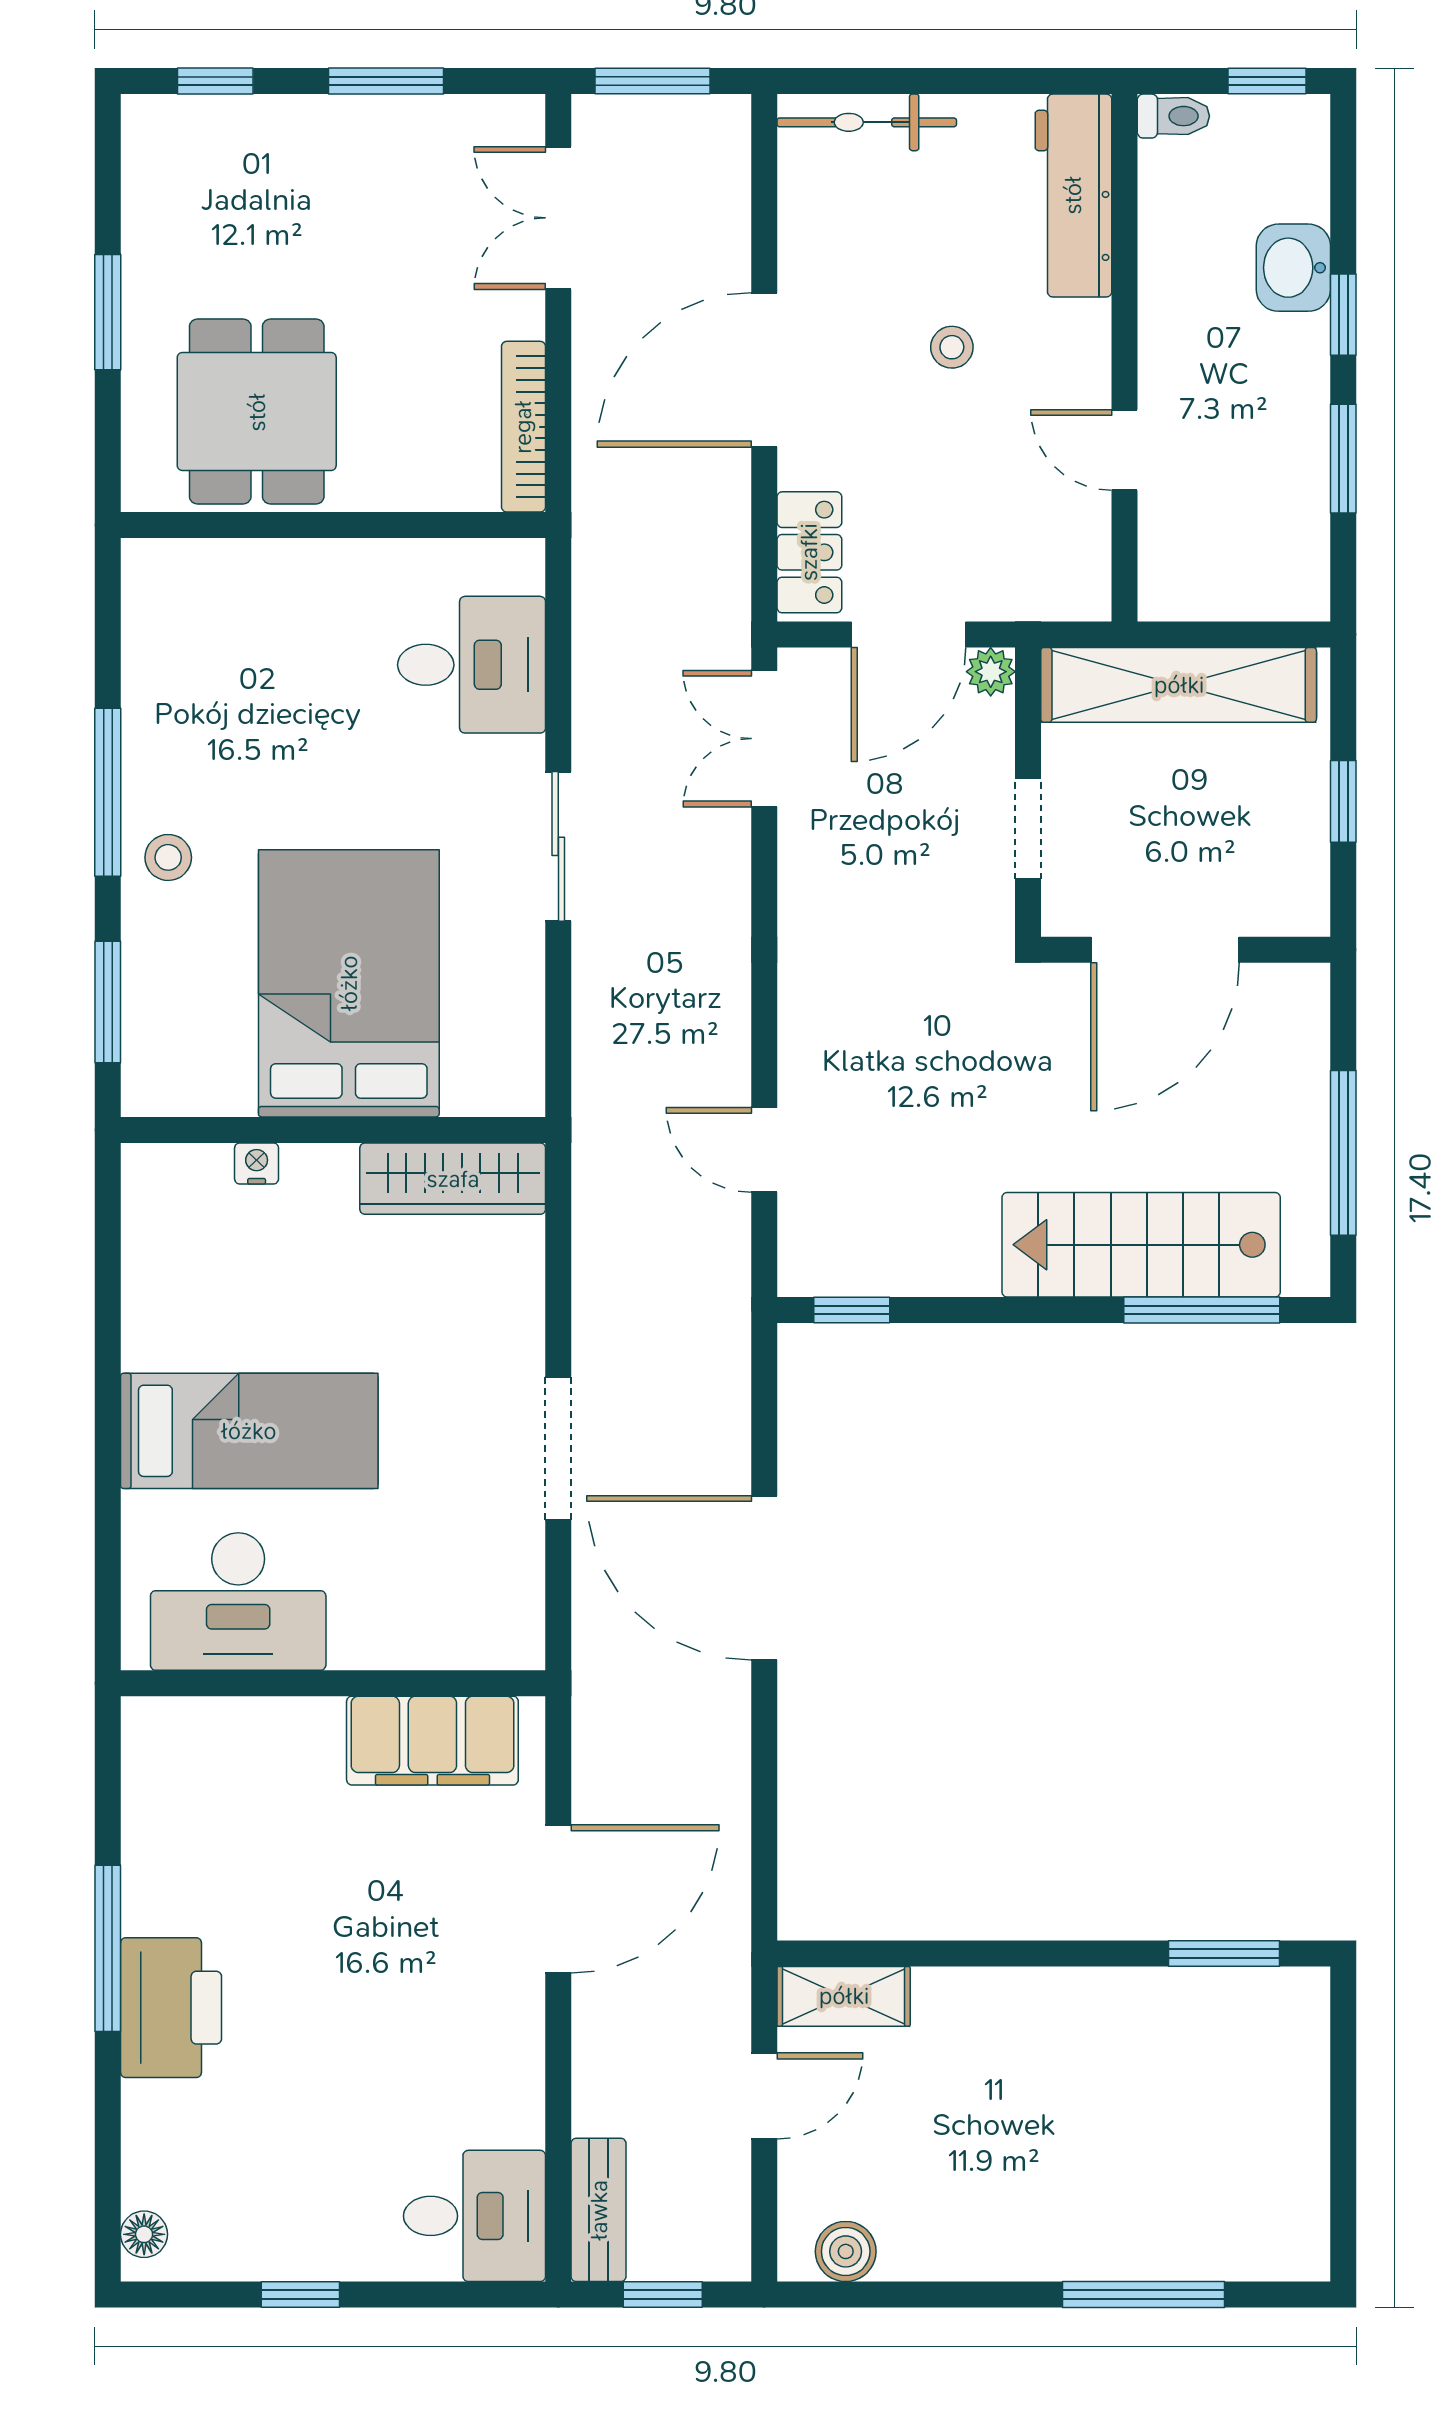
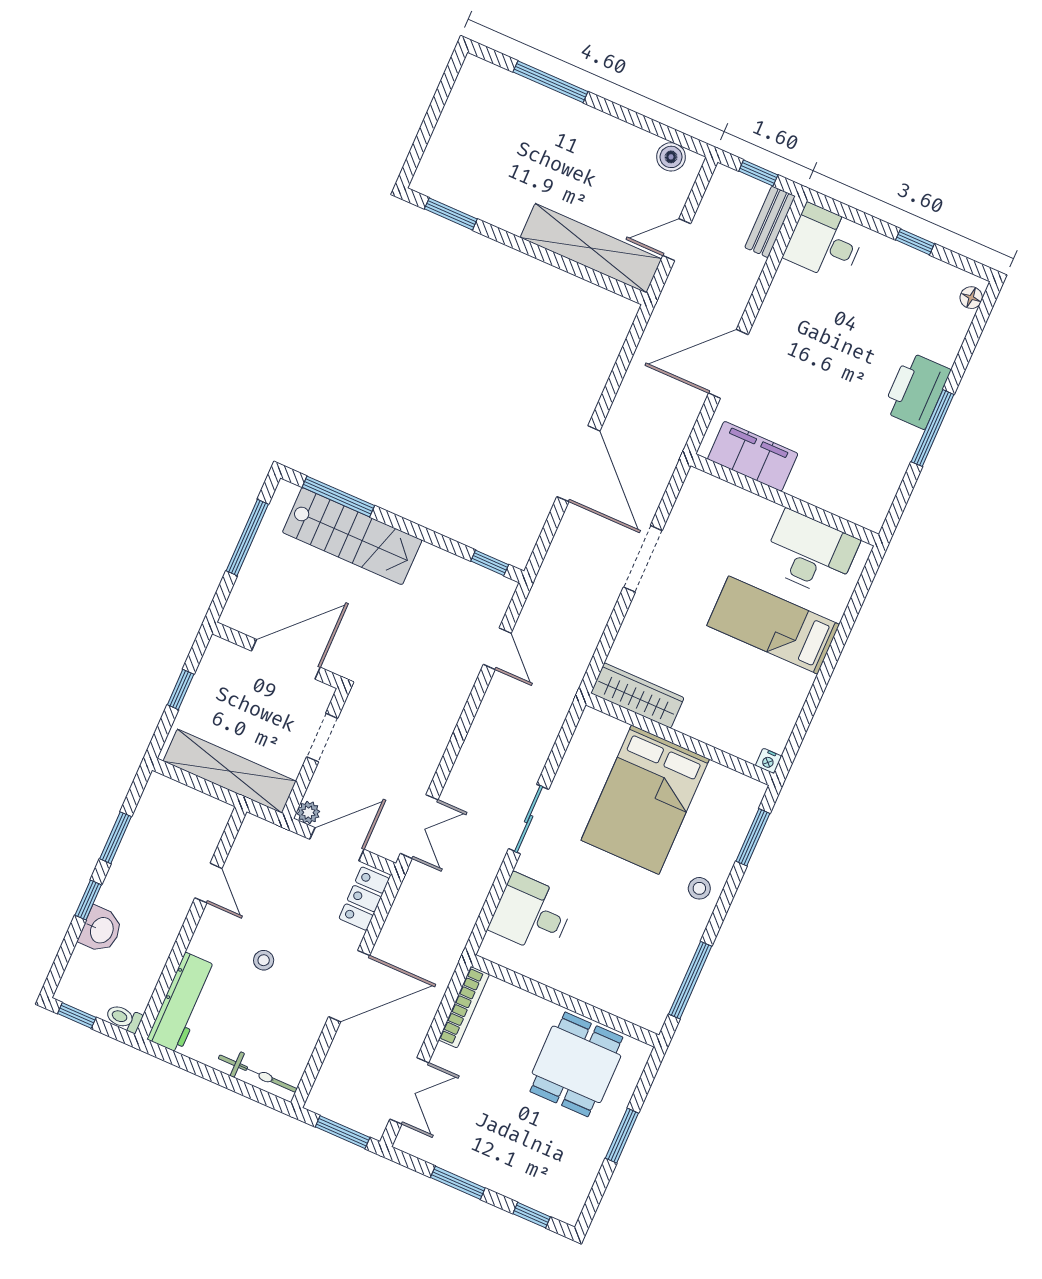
window: (108, 792) -> (690, 980), moved
nightstand: (257, 1163) -> (769, 761), moved
shelving: (844, 1996) -> (591, 248), width x2.20, depth x1.33

